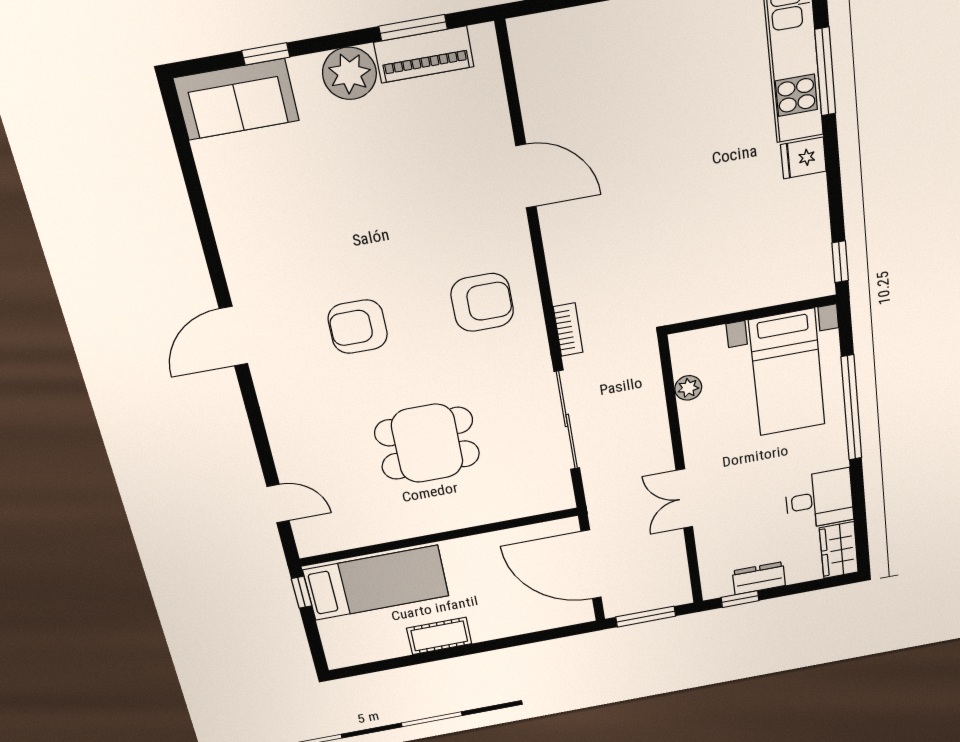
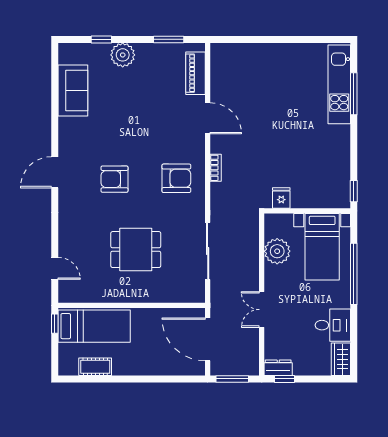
piano: (424, 54) -> (196, 73), moved, turned 90
plant: (349, 73) -> (123, 55), moved
sofa: (236, 99) -> (73, 91), moved, turned -90
fridge: (803, 158) -> (281, 198), moved, turned 90
bookcase: (568, 330) -> (216, 168), moved
plant: (688, 388) -> (277, 251), width x1.87, depth x1.87
dresser: (759, 578) -> (278, 368), moved
cot: (439, 636) -> (95, 367), moved

